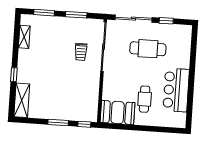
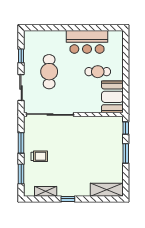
sliding door: (133, 19) -> (21, 88), width x0.73
trolley: (81, 52) -> (39, 156), moved
window: (14, 75) -> (68, 199), moved

